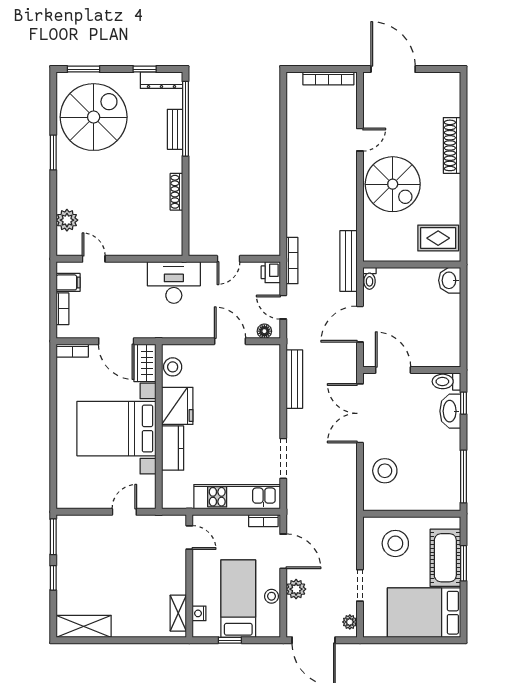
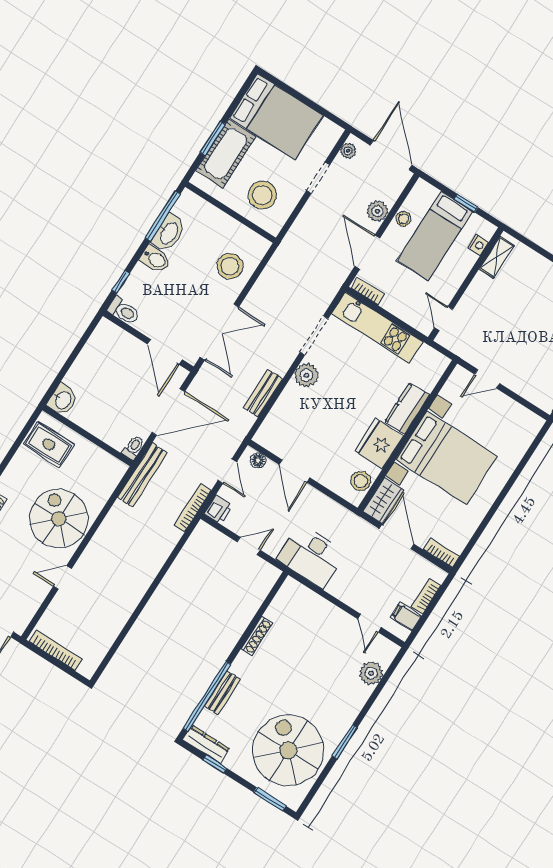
spiral stairs: (94, 117) -> (288, 750), turned 90
door: (360, 324) -> (168, 412), width x1.36
bench: (294, 379) -> (263, 393), width x0.73
washbasin: (450, 411) -> (169, 233), moved
plant: (269, 423) -> (306, 375), added
bidet: (447, 439) -> (155, 259), added

